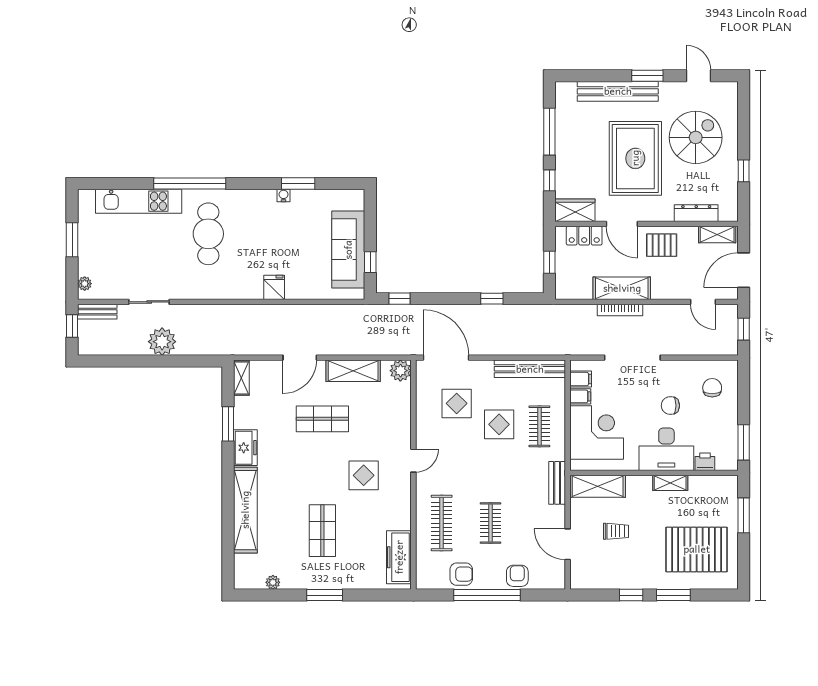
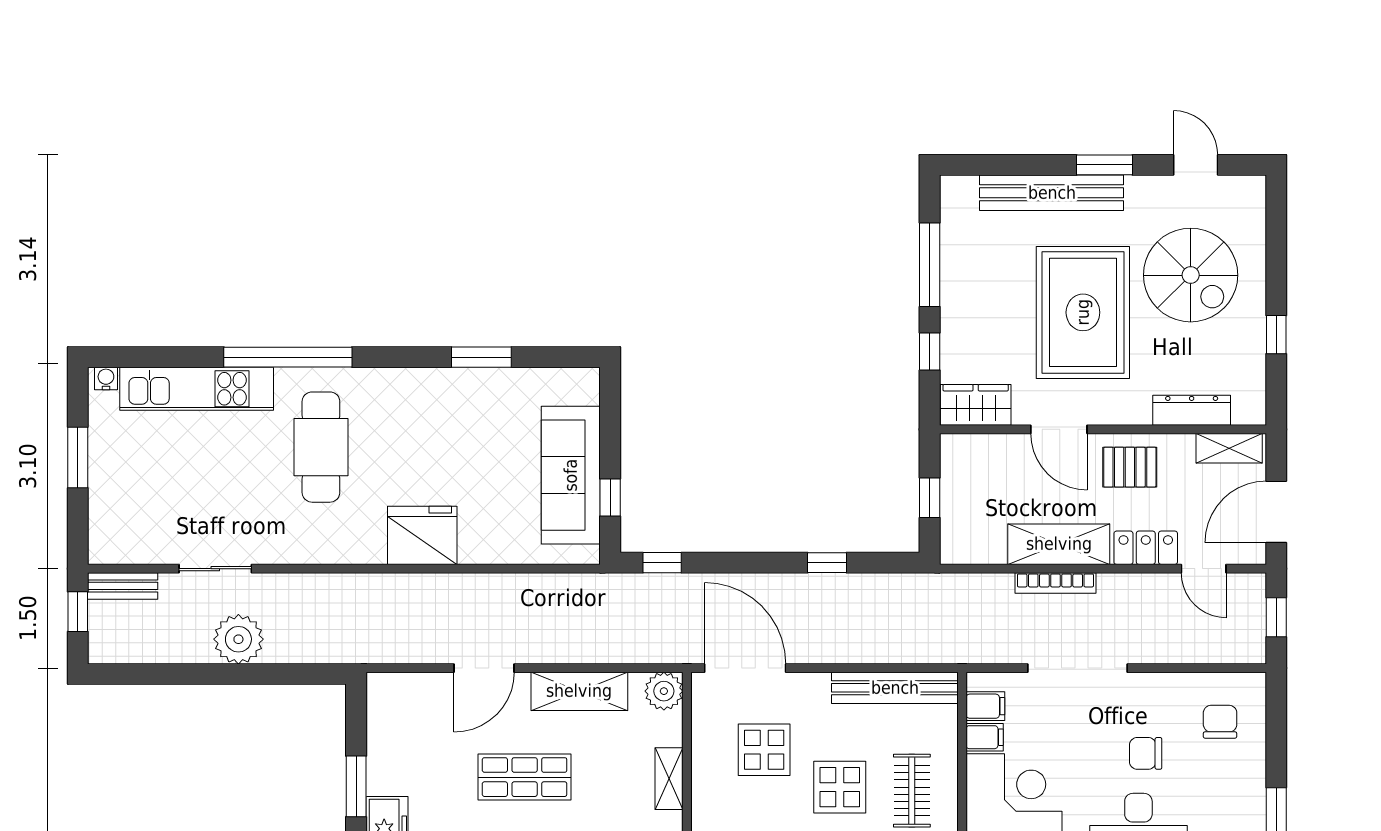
spiral stairs: (696, 137) -> (1191, 275), turned 90
water cooler: (284, 195) -> (106, 378), moved
locker: (584, 236) -> (1146, 548), moved, turned 180
plant: (85, 284) -> (100, 536), removed
fridge: (274, 287) -> (422, 535), width x1.88, depth x1.34
shelving: (241, 378) -> (669, 779), moved

